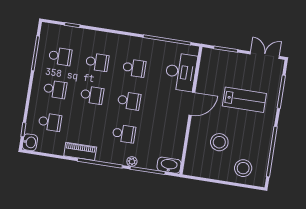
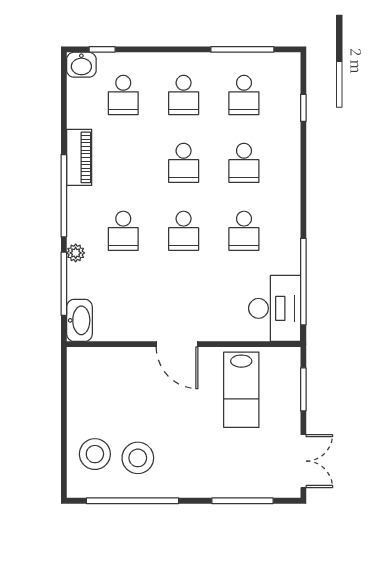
desk: (181, 72) -> (275, 308), moved, turned -90
lab bench: (244, 100) -> (241, 390), moved
door: (192, 104) -> (177, 344), moved
stool: (219, 142) -> (138, 458), moved

